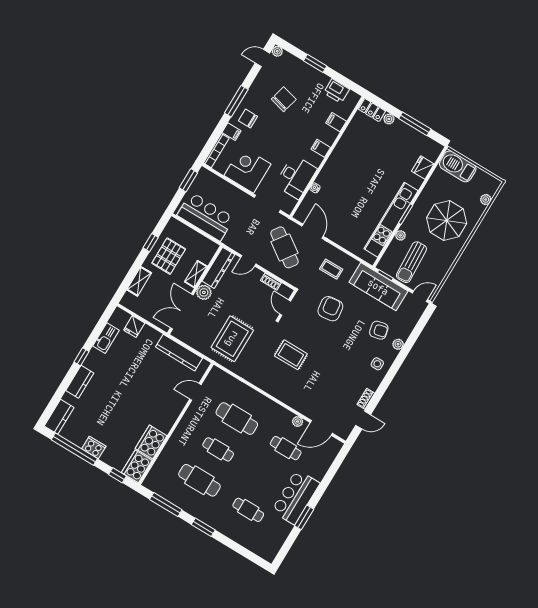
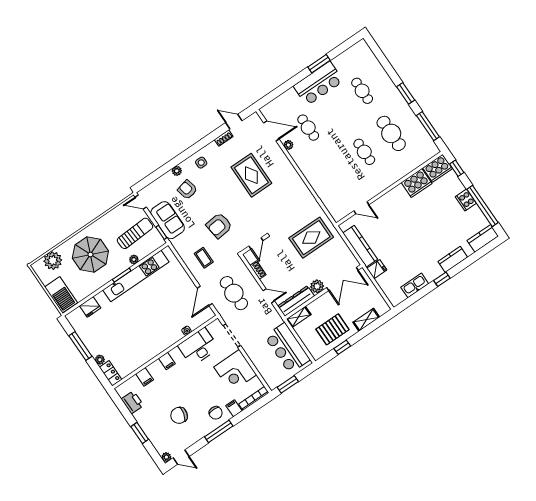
plant: (486, 200) -> (53, 261), width x1.88, depth x1.88
cafe table: (285, 247) -> (234, 293), turned -35
shelving: (196, 274) -> (299, 317), moved
sofa: (378, 287) -> (168, 220), width x0.73
fridge: (134, 327) -> (377, 269), moved
rug: (291, 355) -> (251, 175), moved, width x1.36, depth x1.43
cafe table: (237, 419) -> (337, 170), removed

